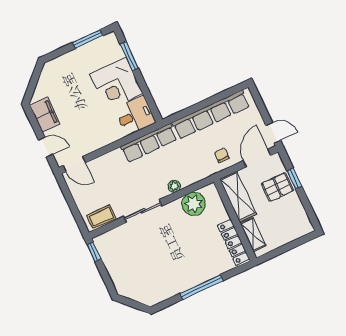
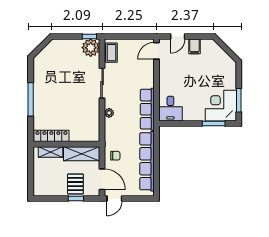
corner desk: (116, 84) -> (221, 106), moved
filing cabinet: (45, 115) -> (194, 46), width x0.50
plant: (194, 204) -> (91, 48), moved

